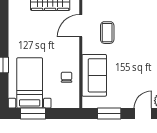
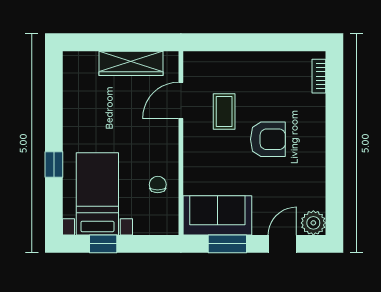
armchair: (134, 50) -> (268, 139), added
sofa: (94, 75) -> (217, 215), moved, turned -90
window: (33, 114) -> (103, 244), width x0.67

